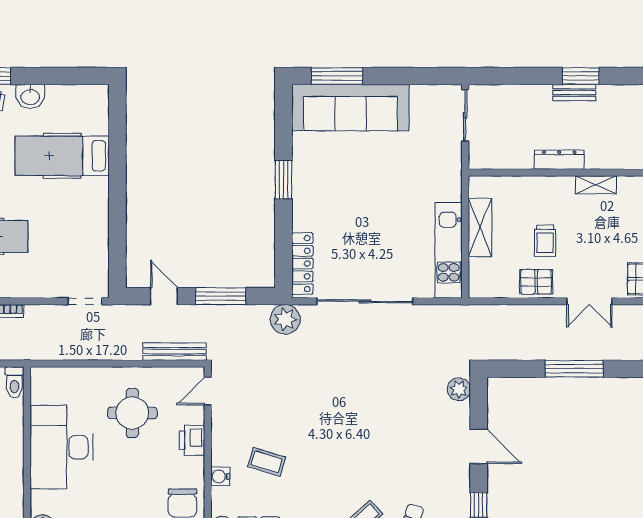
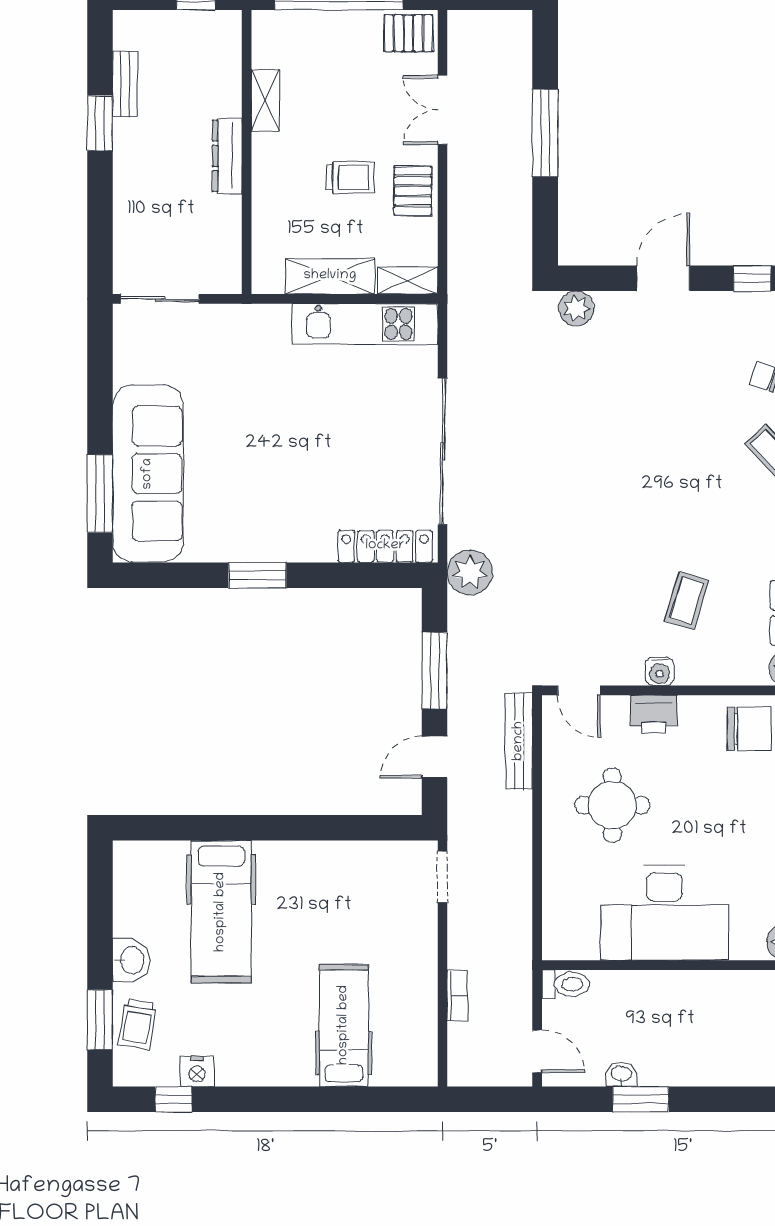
bench: (574, 93) -> (125, 84), moved
shelving: (477, 278) -> (408, 281), added
double door: (589, 301) -> (442, 110), swing flipped
water cooler: (220, 476) -> (660, 671), moved

